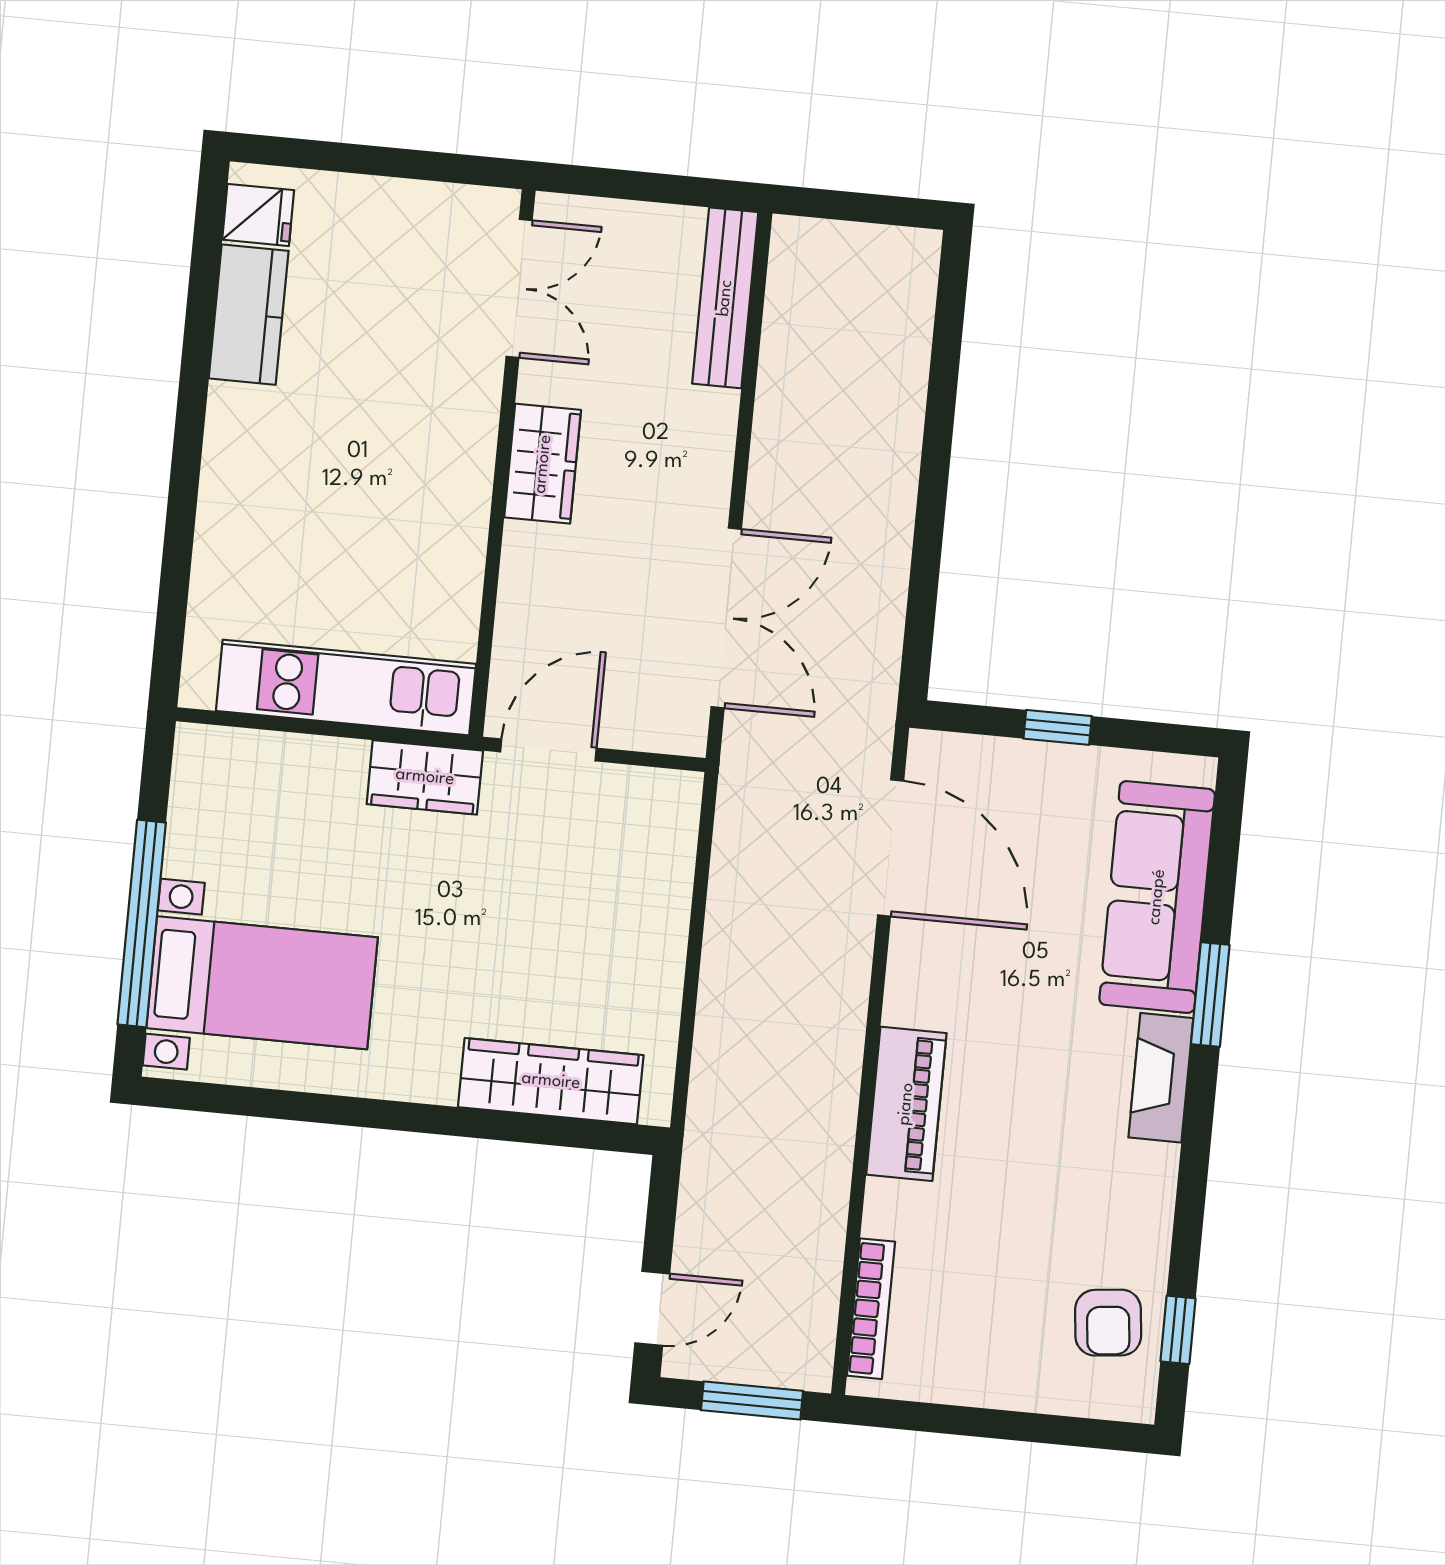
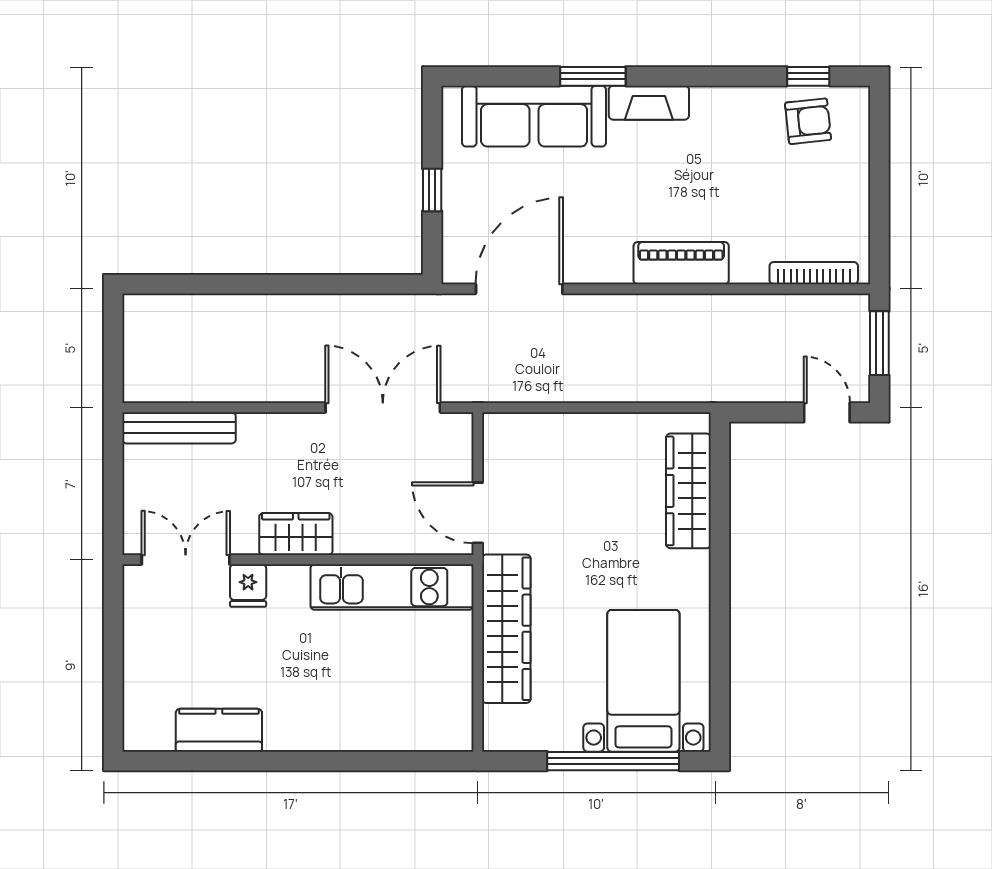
fridge: (258, 215) -> (248, 586), moved, turned 180
kitchen unit: (346, 687) -> (392, 587), moved, turned -90
wardrobe: (425, 777) -> (506, 629), width x2.10, depth x1.17

